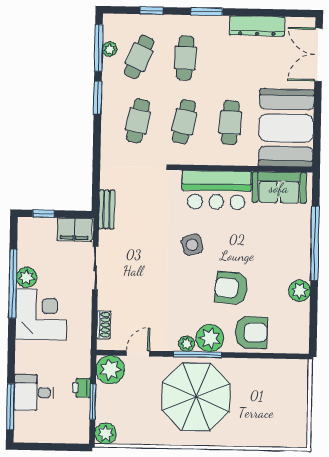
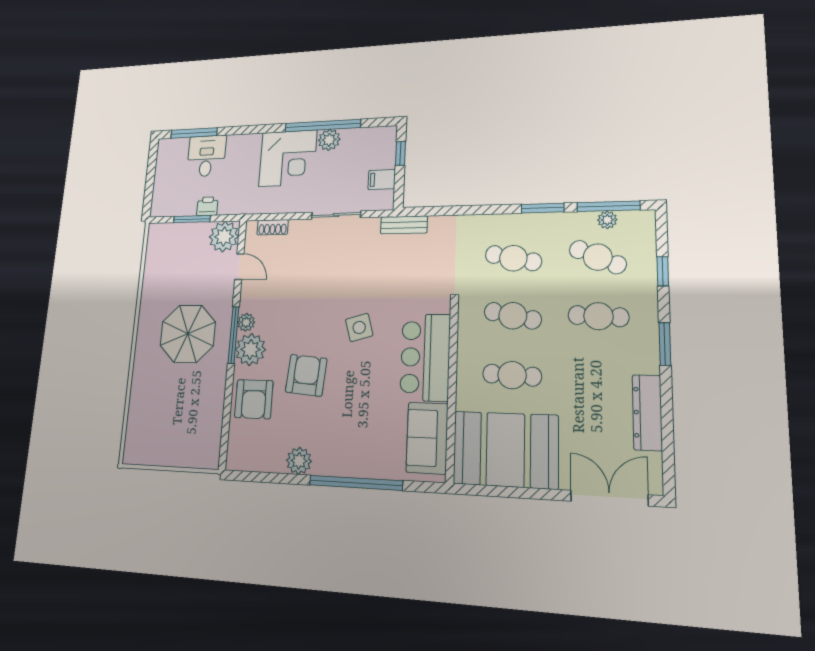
filing cabinet: (74, 230) -> (382, 180), width x0.50
parasol: (196, 397) -> (188, 334), width x0.73, depth x0.73
plant: (106, 434) -> (158, 234), removed

